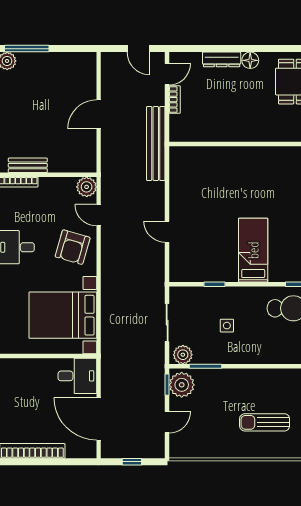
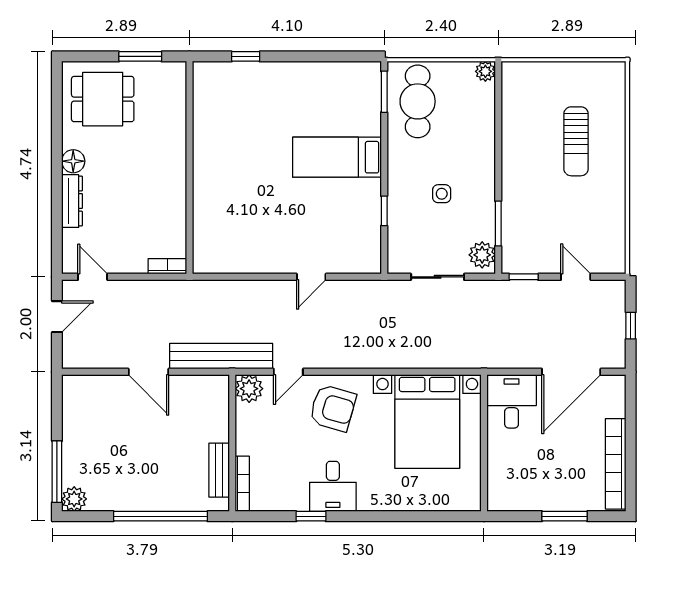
bookcase: (175, 100) -> (167, 266), moved
bench: (156, 144) -> (221, 356), moved
plant: (182, 385) -> (524, 256), removed

